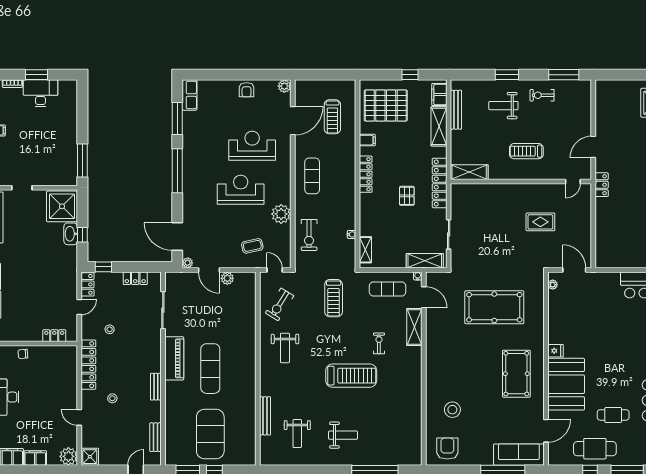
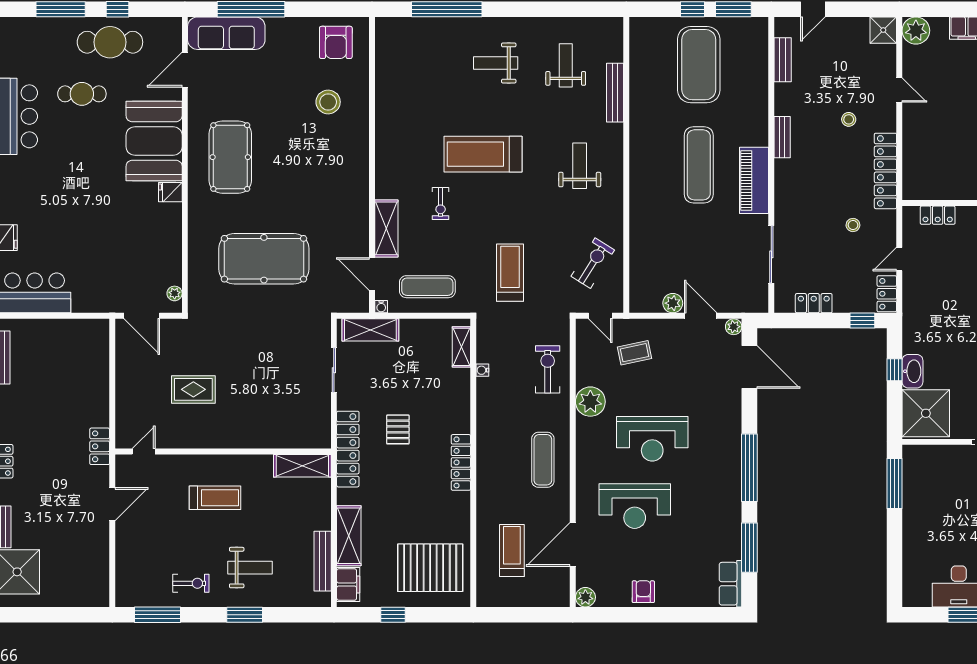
filing cabinet: (367, 140) -> (458, 515), removed
weight bench: (285, 348) -> (580, 166), moved

